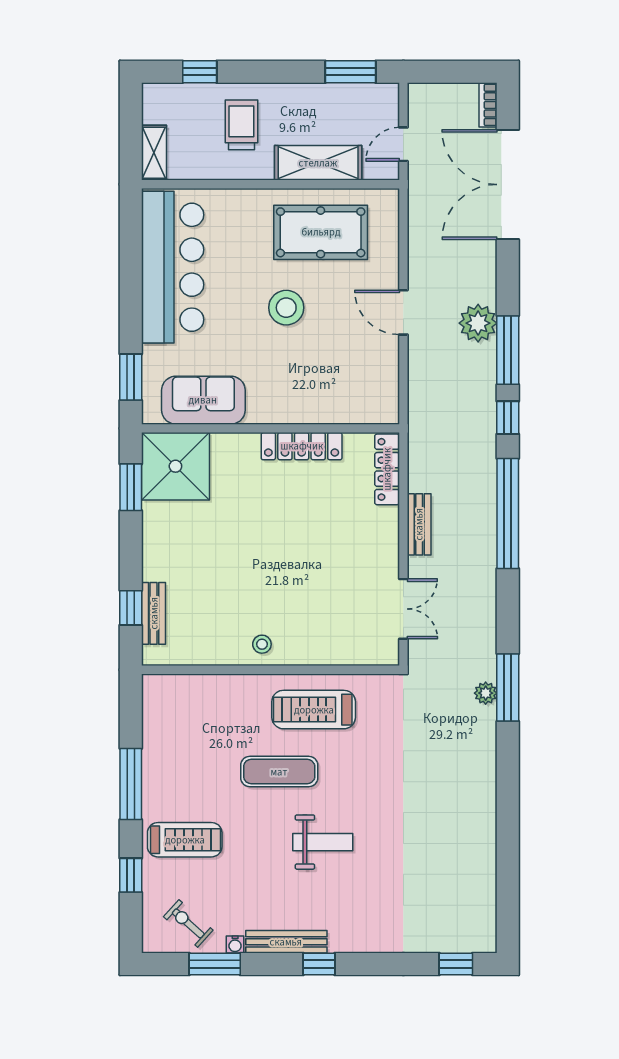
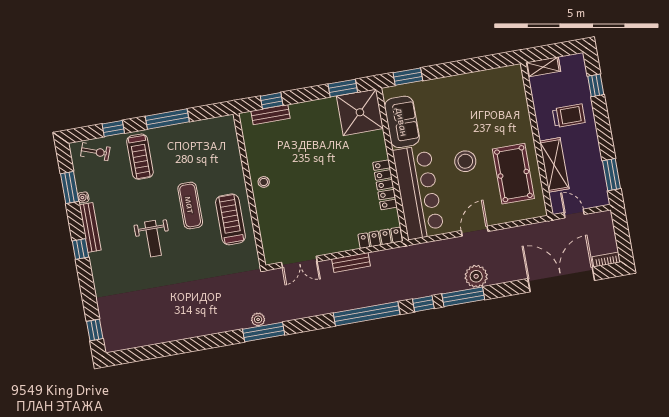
bar counter: (173, 267) -> (418, 192), moved, turned -90
exercise bike: (188, 923) -> (95, 152), moved, turned 68

